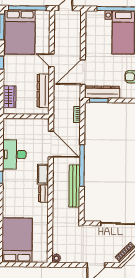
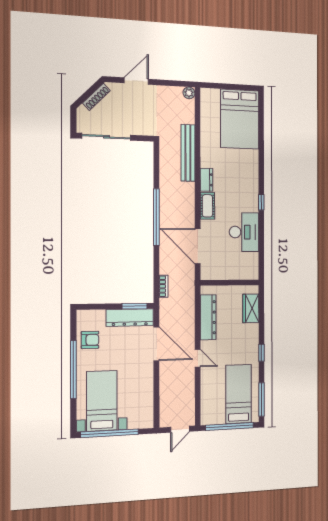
bed: (20, 32) -> (239, 394), width x0.67
door: (83, 72) -> (156, 344), hinge flipped
bench: (74, 186) -> (188, 153), moved

